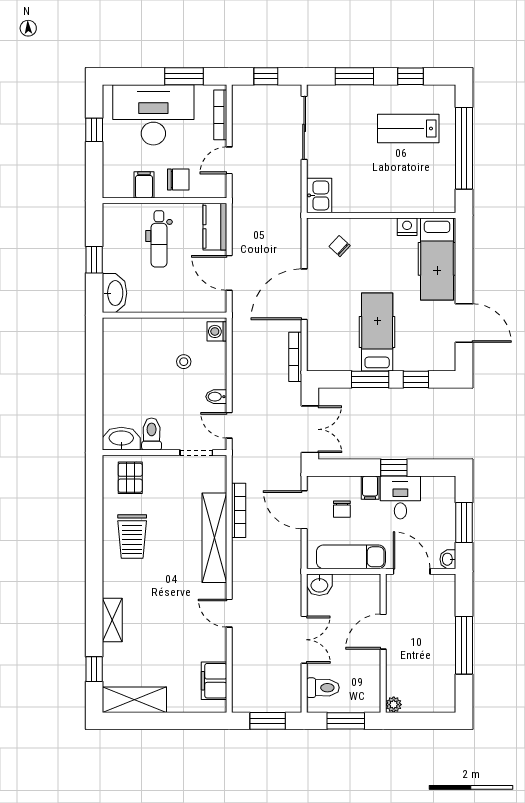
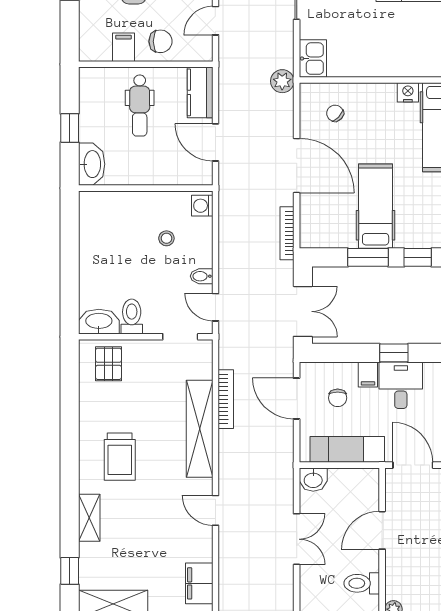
plant: (291, 216) -> (282, 81), added
door: (304, 294) -> (297, 166), swing flipped
trolley: (132, 537) -> (120, 457), moved
toilet: (323, 688) -> (362, 583), moved, turned 180

